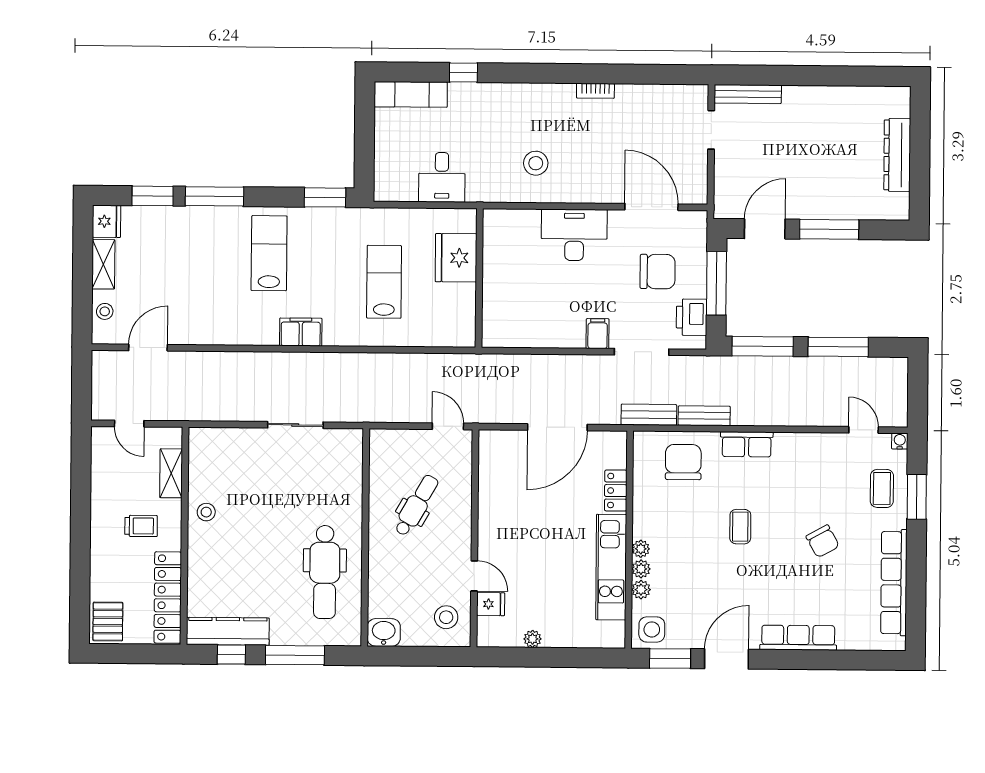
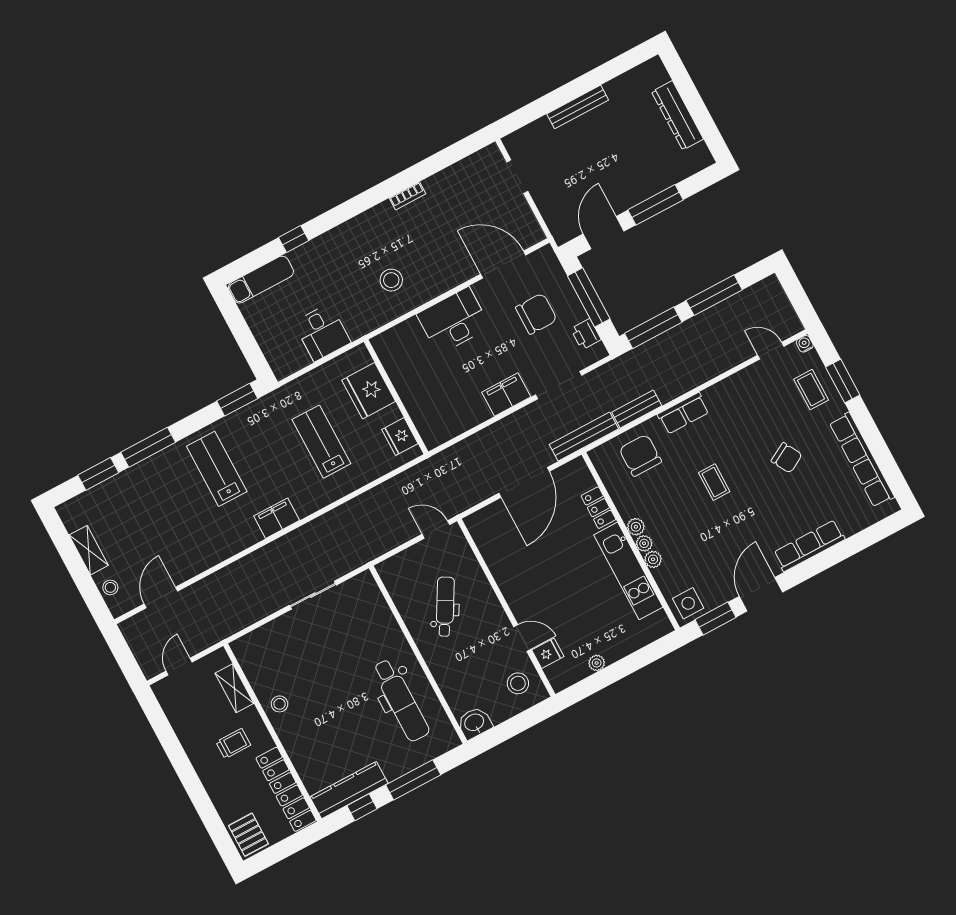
bench: (748, 94) -> (578, 107), moved
fridge: (107, 221) -> (400, 437), moved, turned 180
printer: (692, 317) -> (586, 334), width x0.73, depth x0.81
filing cabinet: (598, 334) -> (506, 395), width x2.00
bench: (649, 415) -> (584, 437), width x1.36
door: (129, 424) -> (179, 667), swing flipped
plant: (641, 590) -> (636, 527), moved

